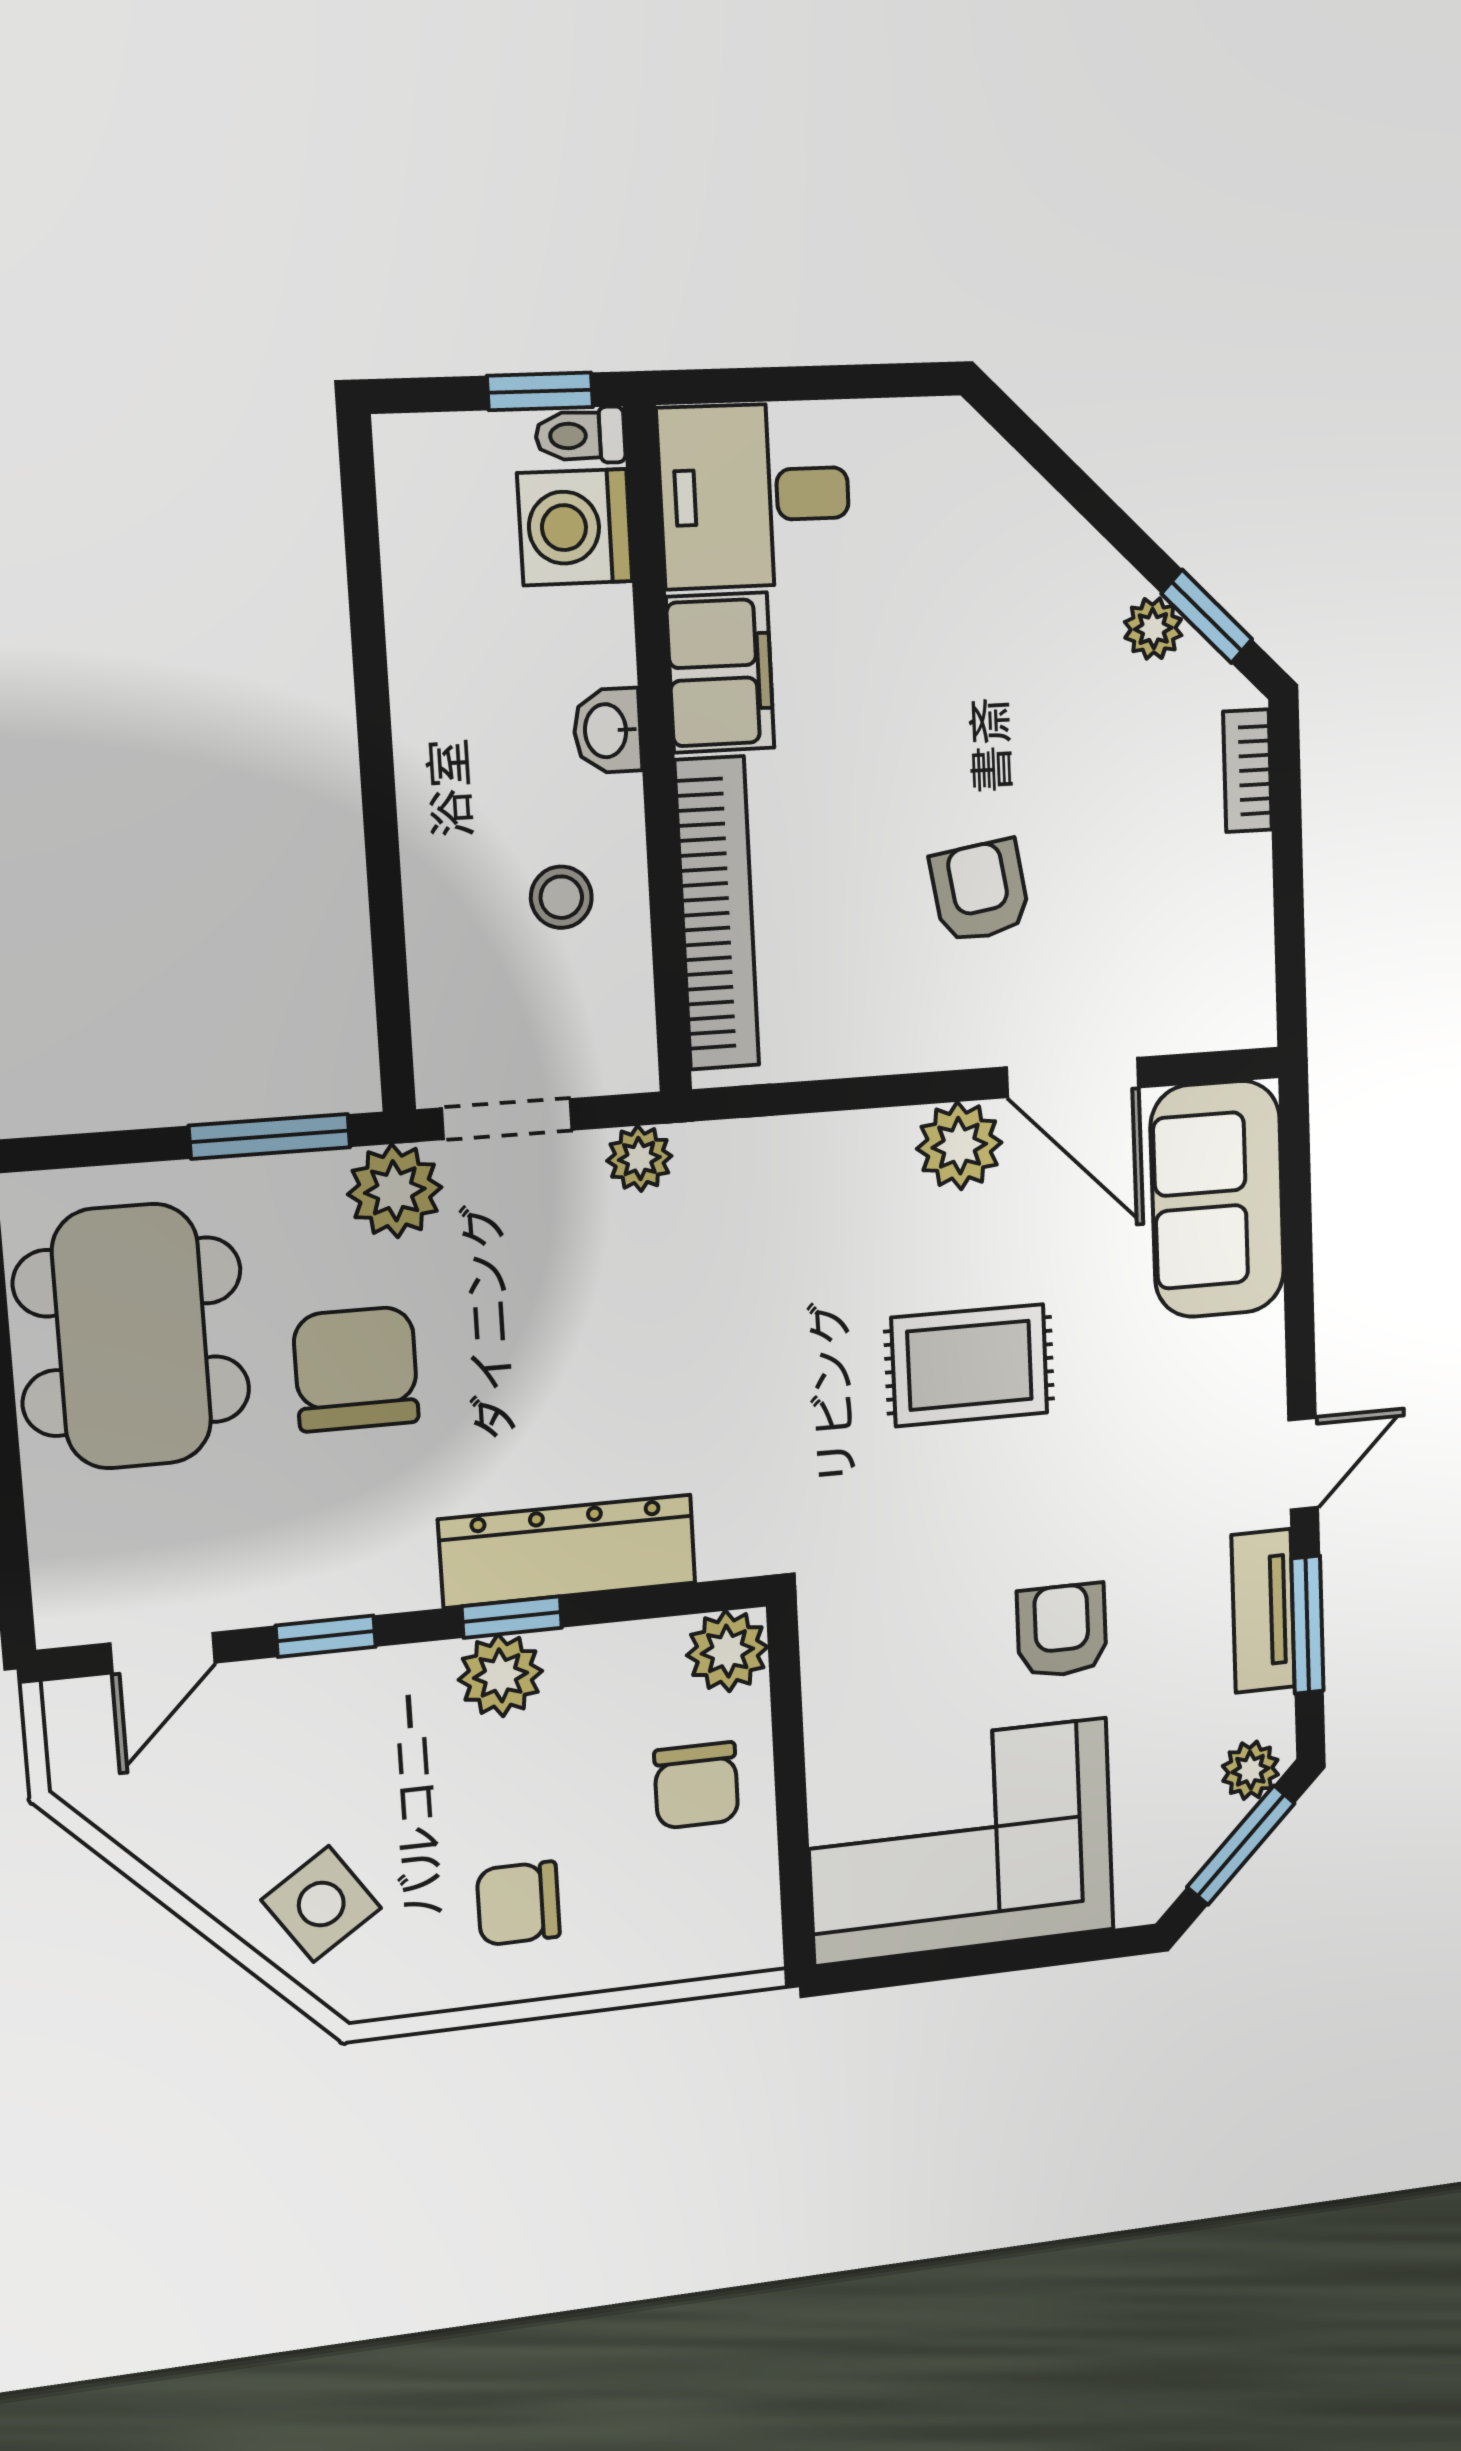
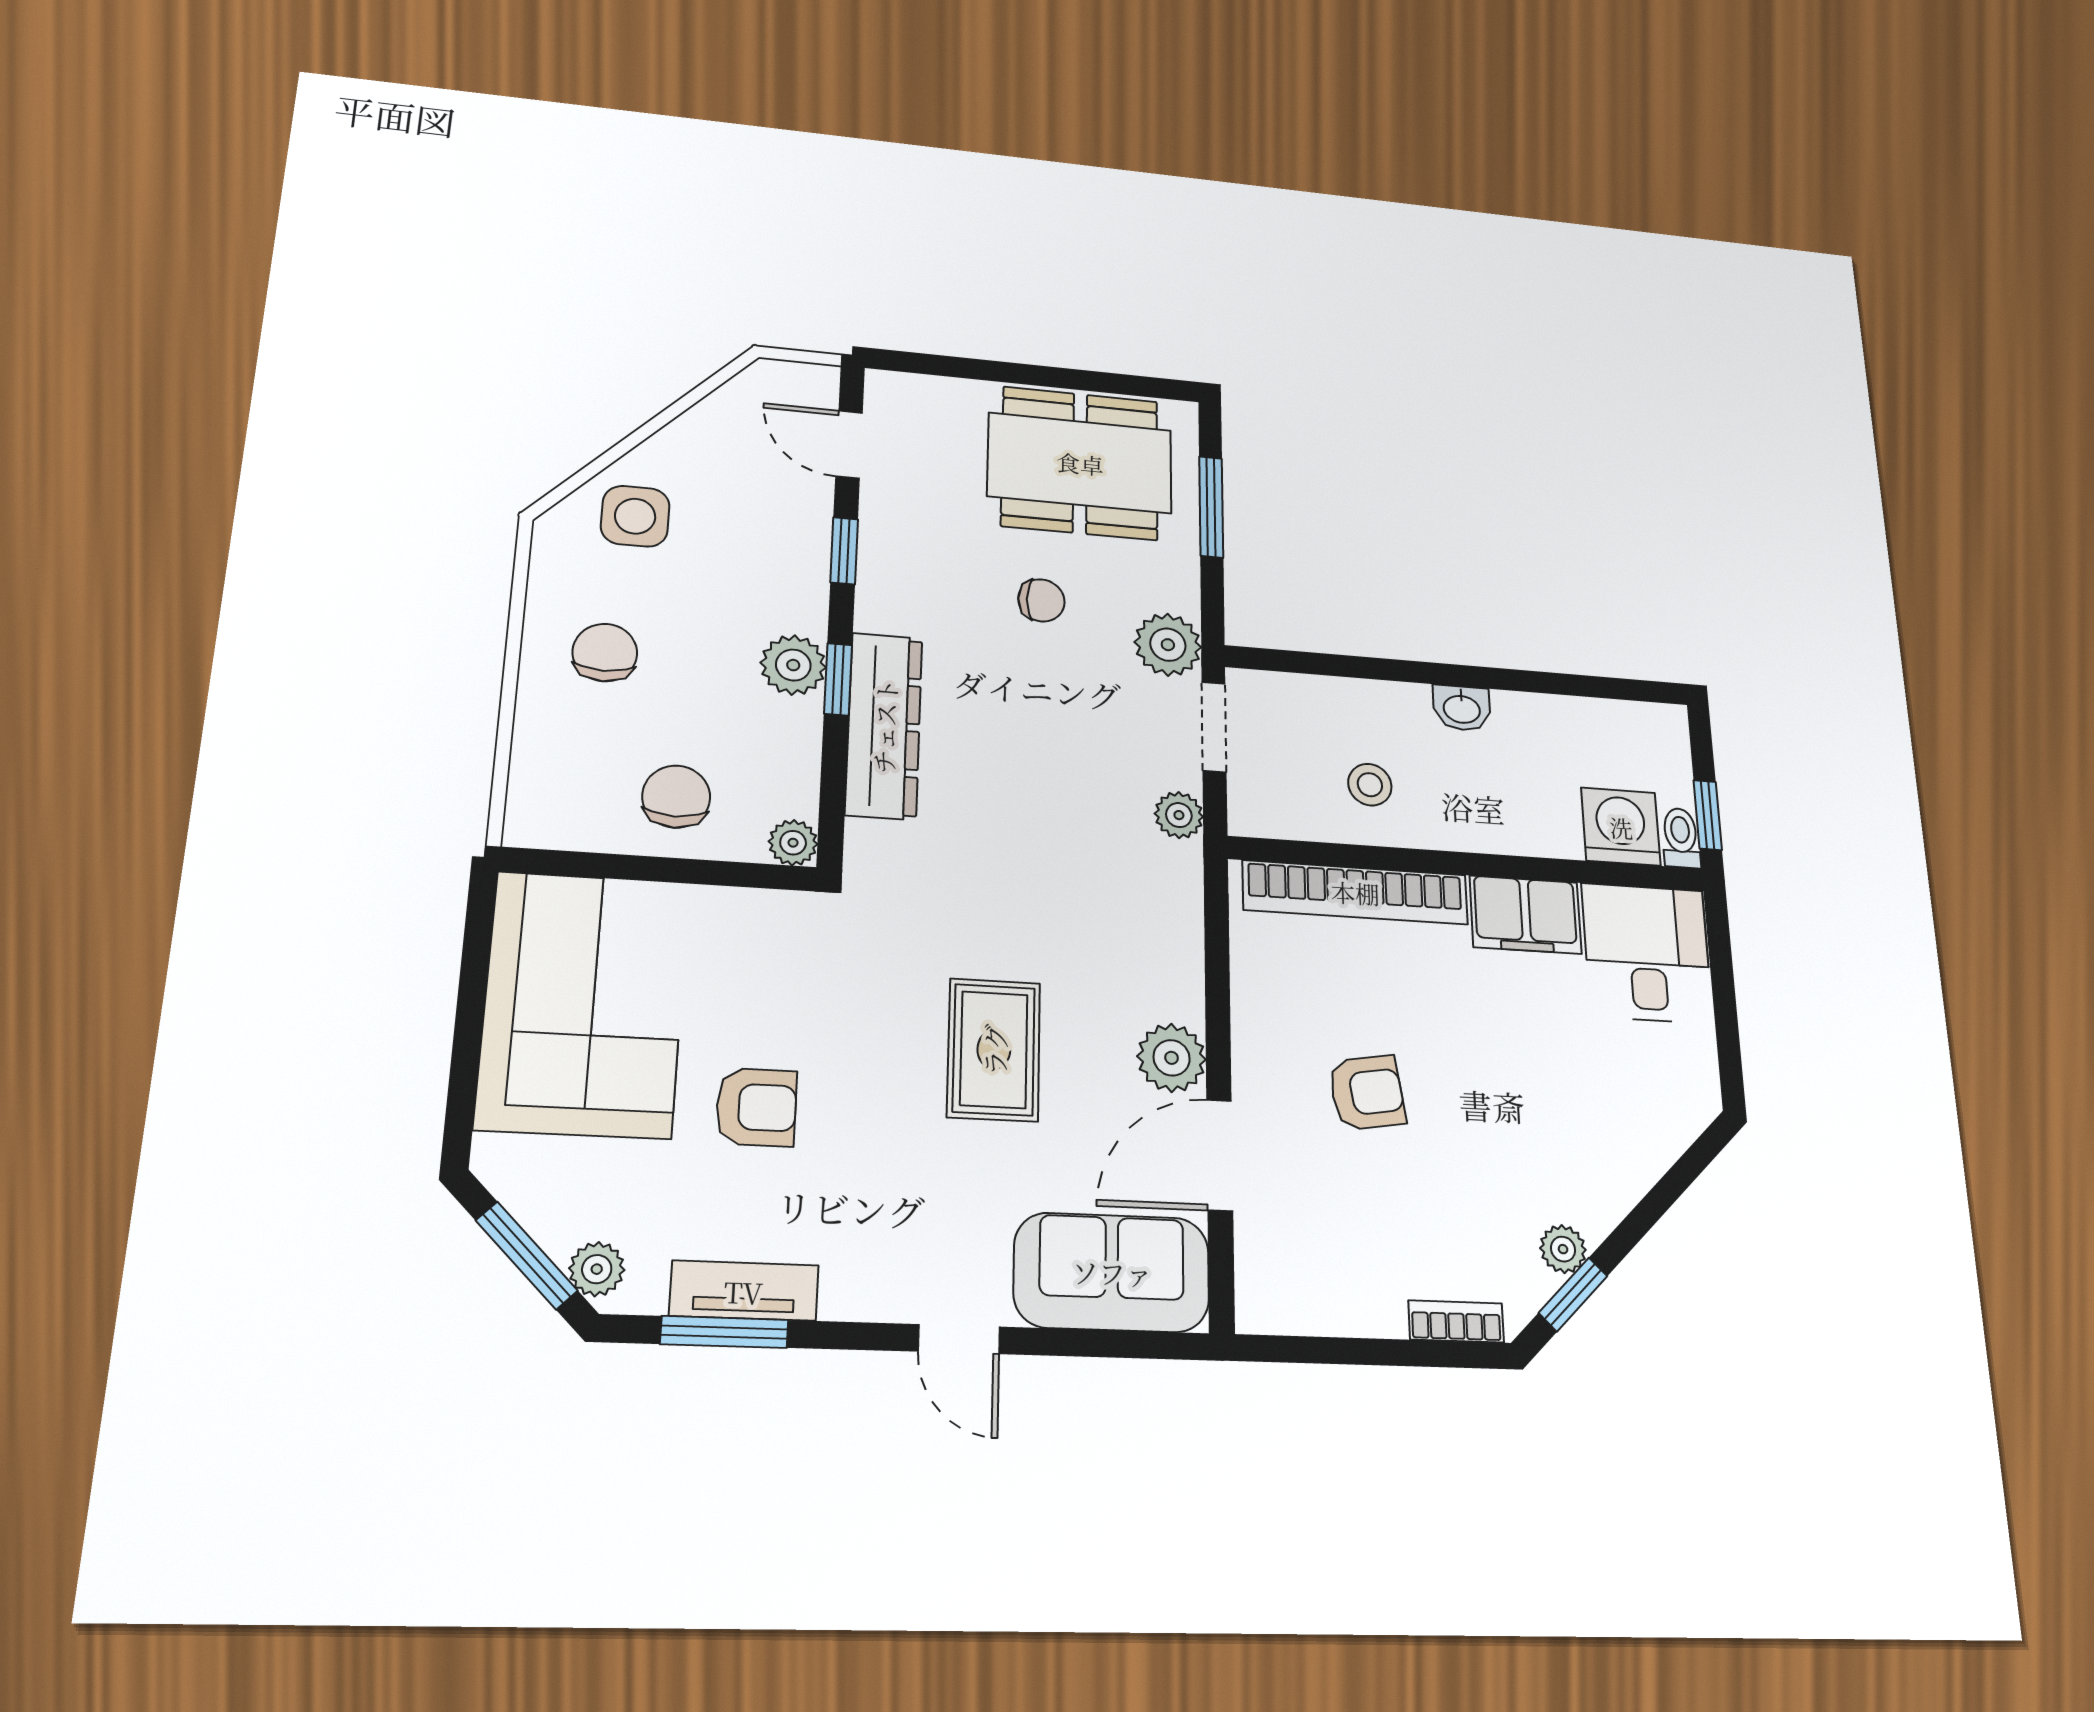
washbasin: (608, 731) -> (1462, 708), moved, turned 180
window: (270, 1136) -> (1211, 507), moved
chair: (356, 1369) -> (1041, 600), width x0.54, depth x0.54
door: (1303, 1464) -> (959, 1339), moved
plant: (727, 1651) -> (793, 843), width x0.73, depth x0.73
chair: (696, 1785) -> (676, 797), turned 90
side table: (321, 1904) -> (635, 516), turned 34

